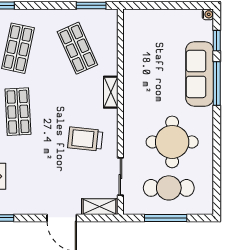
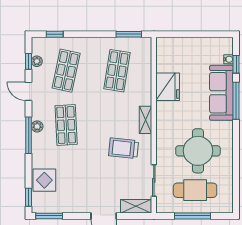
water cooler: (208, 14) -> (228, 59), moved
shop shelf: (77, 48) -> (117, 71), turned 33
fridge: (137, 67) -> (168, 87), added
shelving: (111, 92) -> (145, 120), moved

